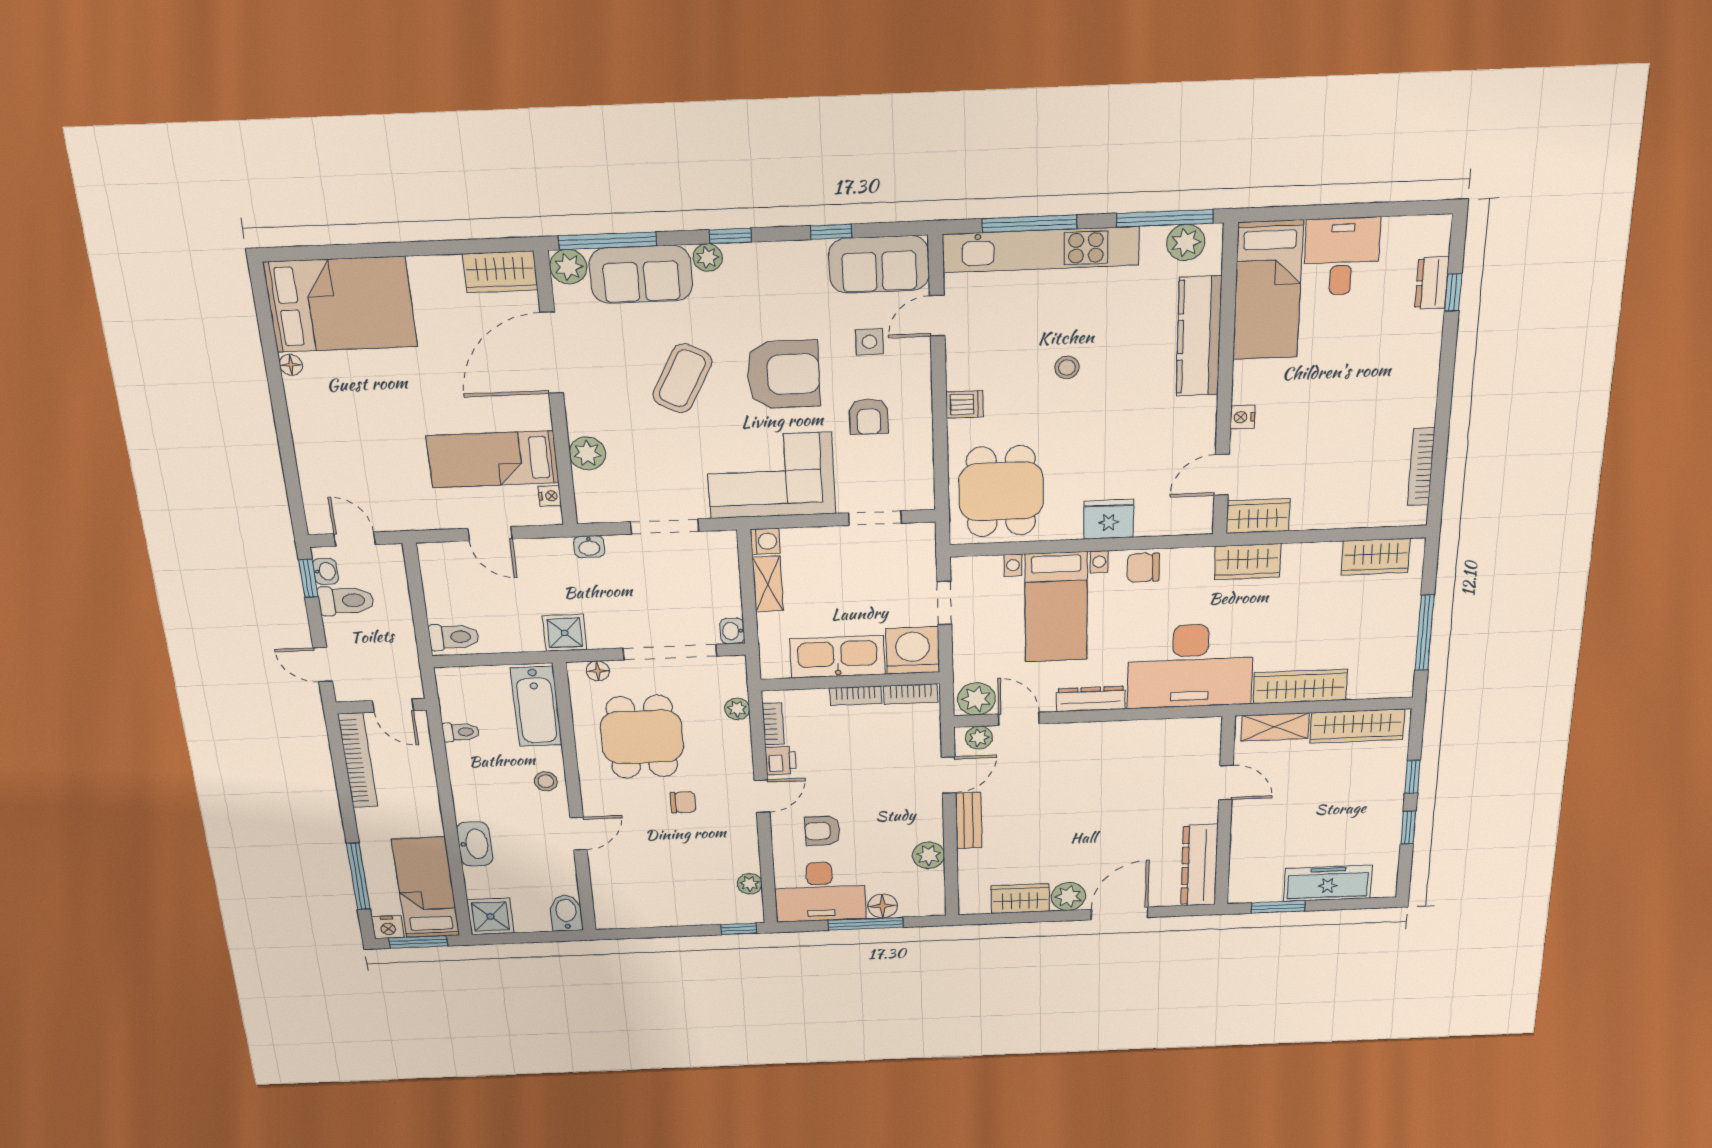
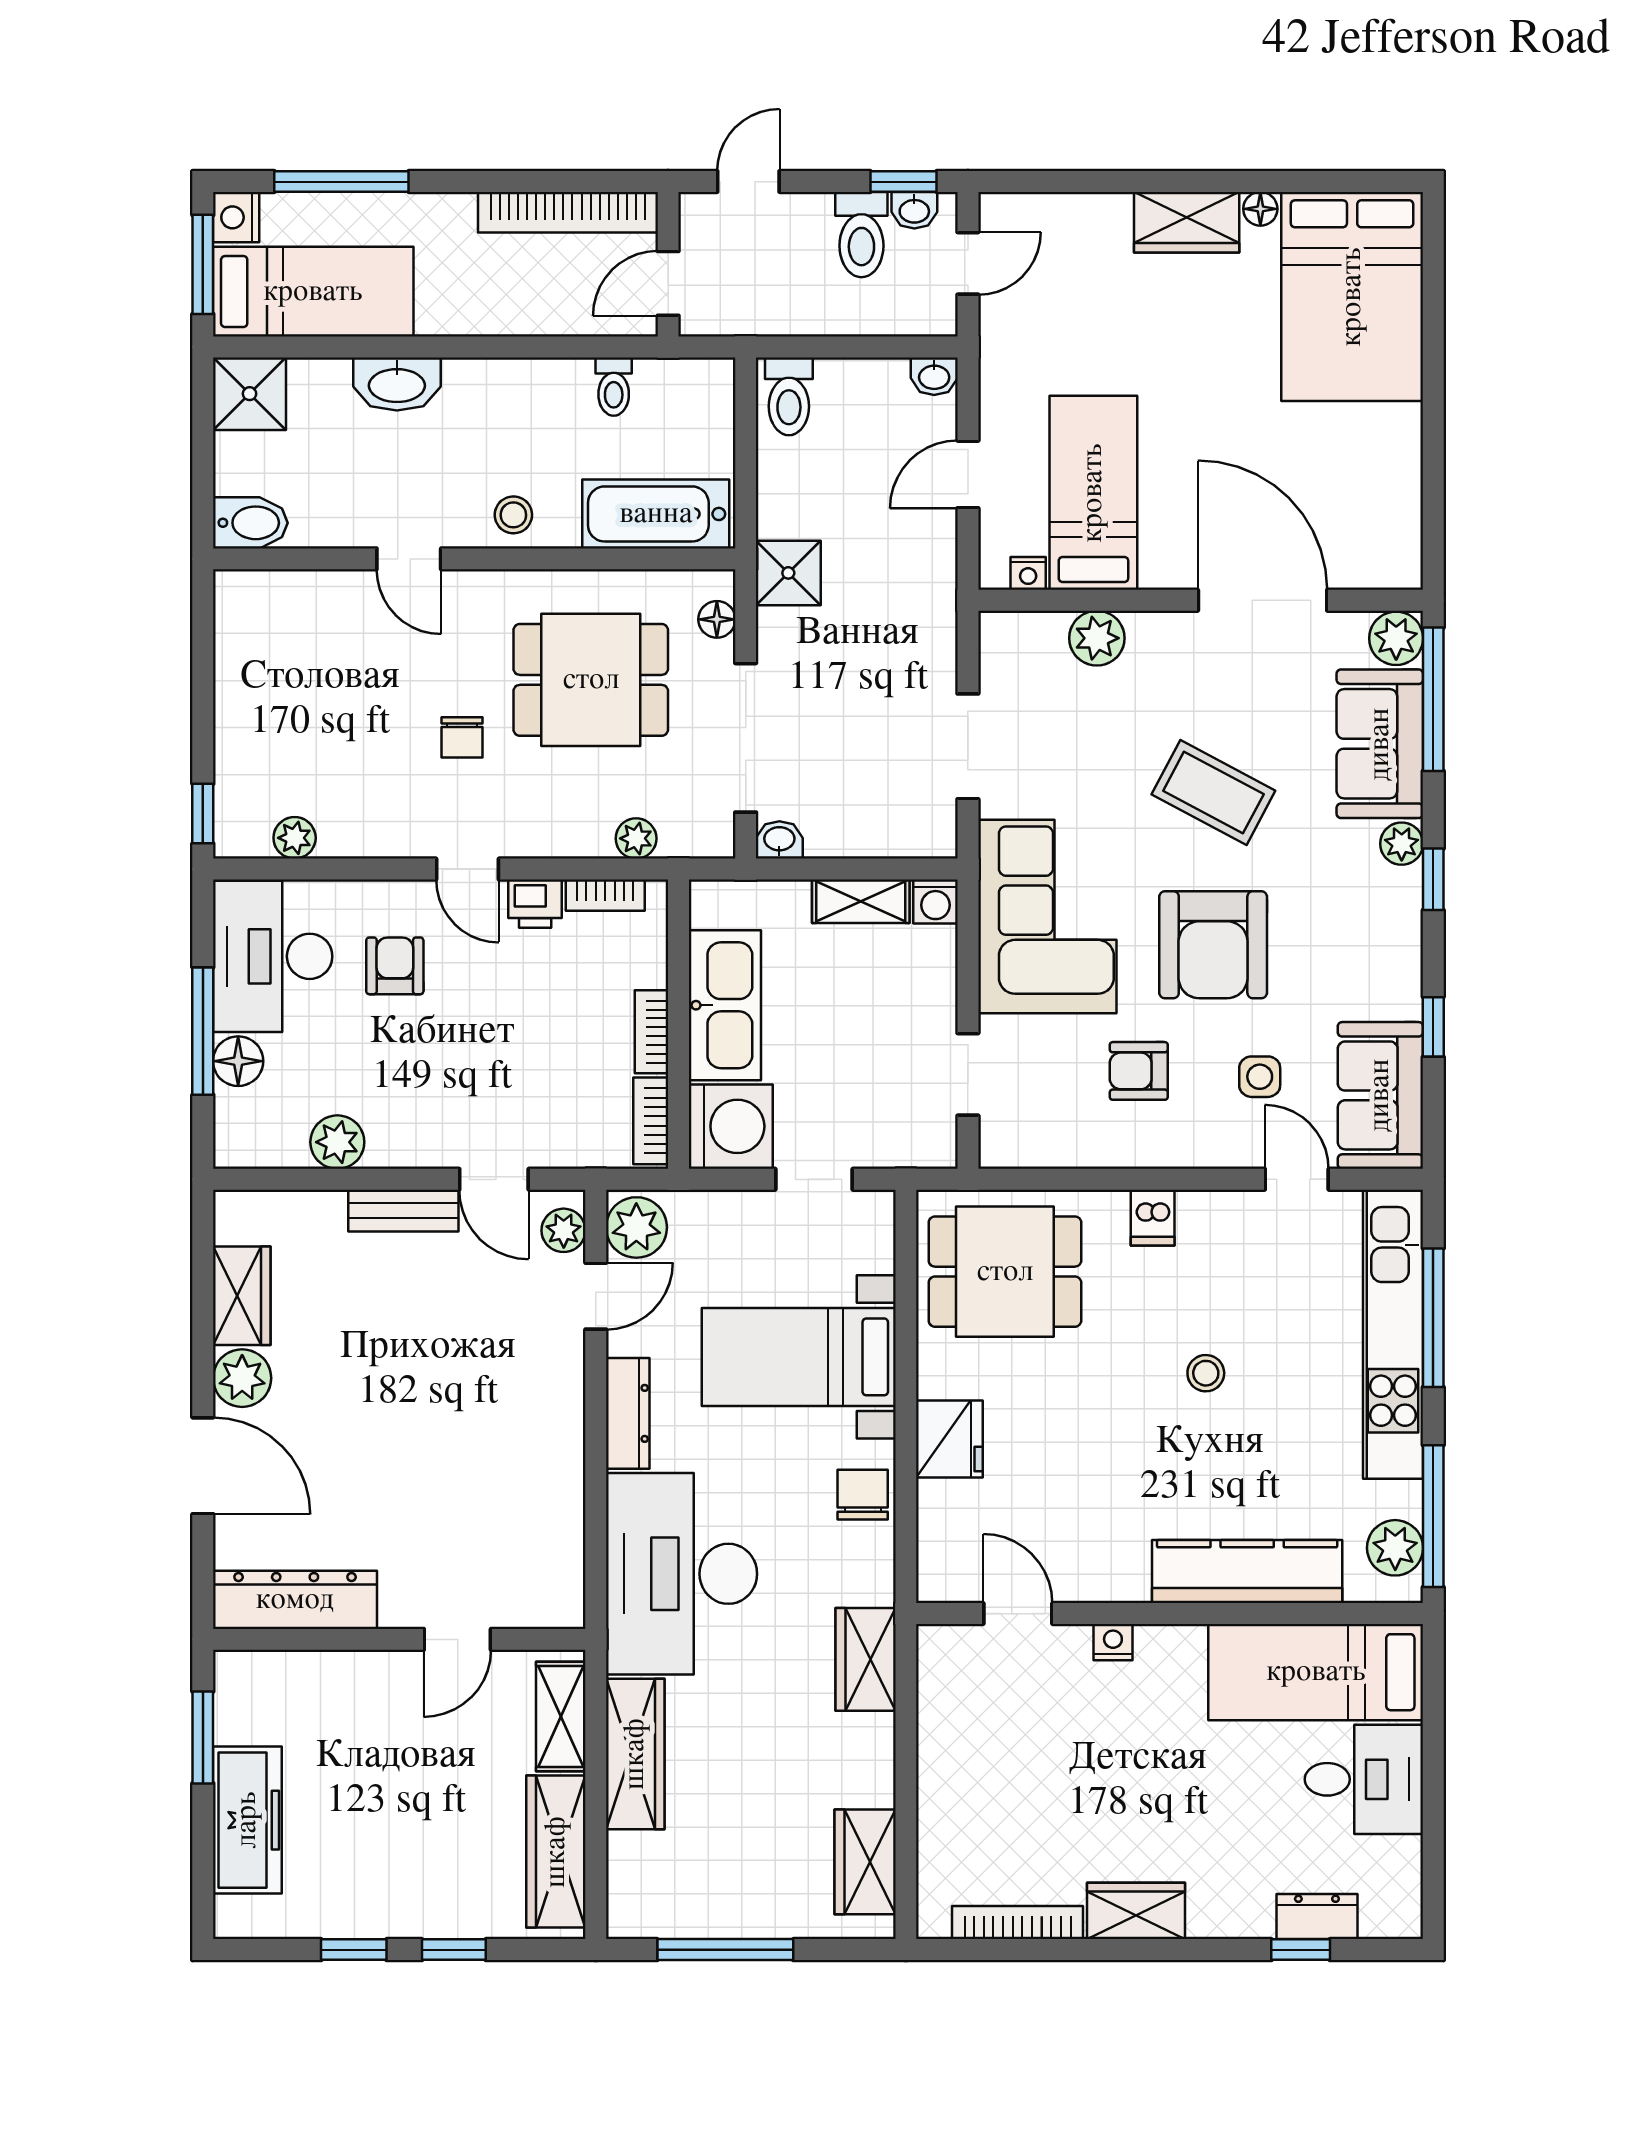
wardrobe: (500, 272) -> (1187, 222), moved, turned -90
wardrobe: (1258, 516) -> (1136, 1911), moved, turned -90
washbasin: (589, 547) -> (934, 376), moved, turned -90

